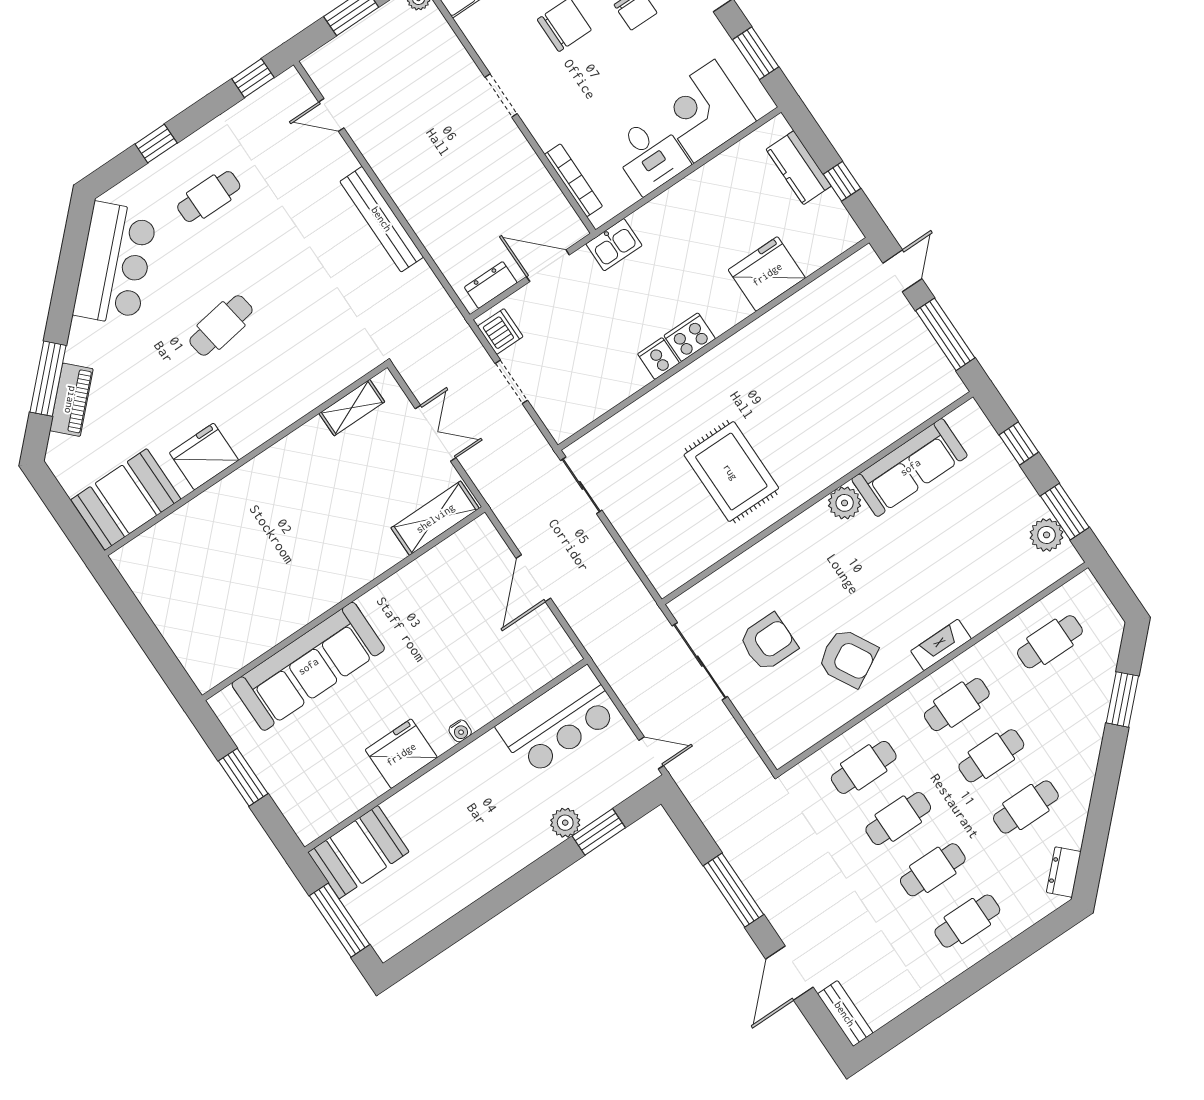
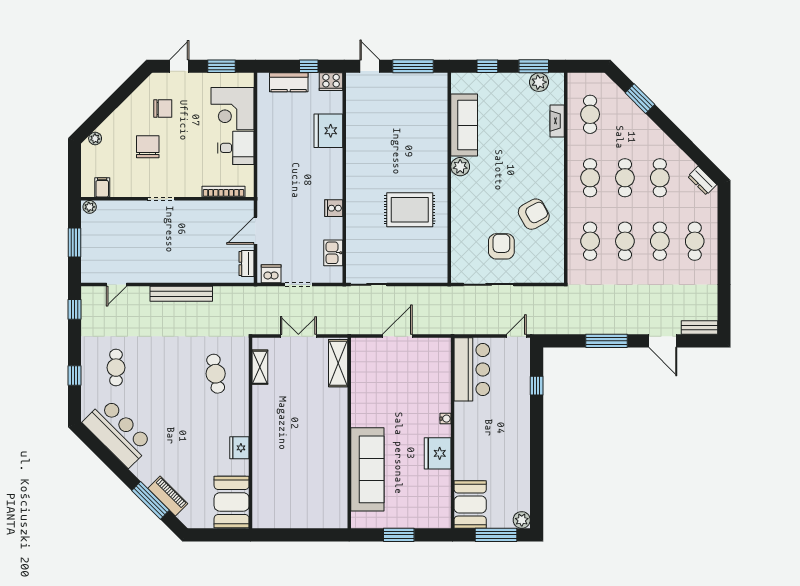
kitchen sink: (614, 245) -> (333, 253), moved, turned 180
cafe table: (221, 325) -> (216, 374), moved
cooker: (690, 337) -> (331, 82), moved, turned -90
fridge: (204, 456) -> (239, 448), width x0.73, depth x0.75
door: (533, 578) -> (397, 336), swing flipped
fireplace: (941, 645) -> (557, 121), moved
plant: (565, 823) -> (522, 520), moved
window: (599, 832) -> (537, 386), width x0.67

